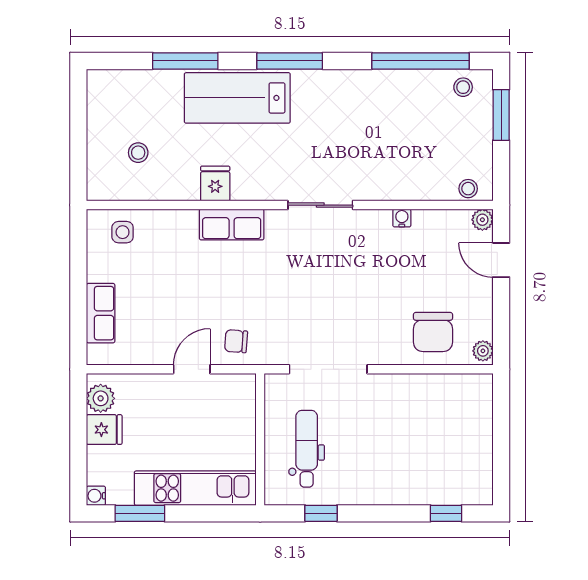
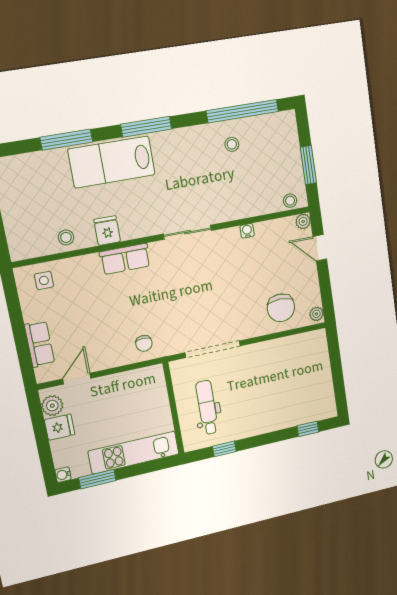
stool: (463, 87) -> (232, 144), moved
window: (501, 115) -> (308, 165), moved
stool: (138, 153) -> (66, 237), moved
chair: (236, 341) -> (144, 343), turned -94
door: (192, 369) -> (77, 379), moved

